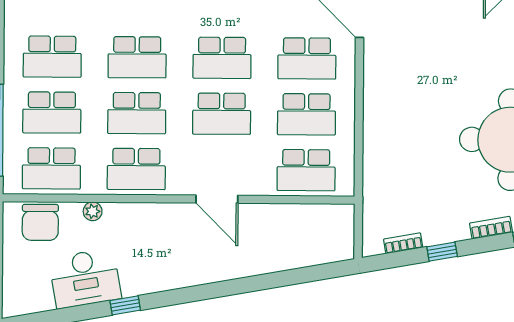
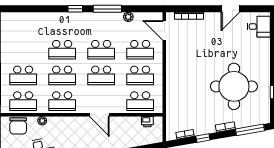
school desk: (52, 57) -> (23, 50), removed
printer: (321, 215) -> (147, 122), added

